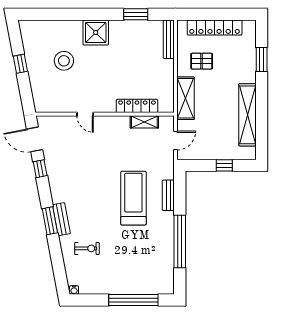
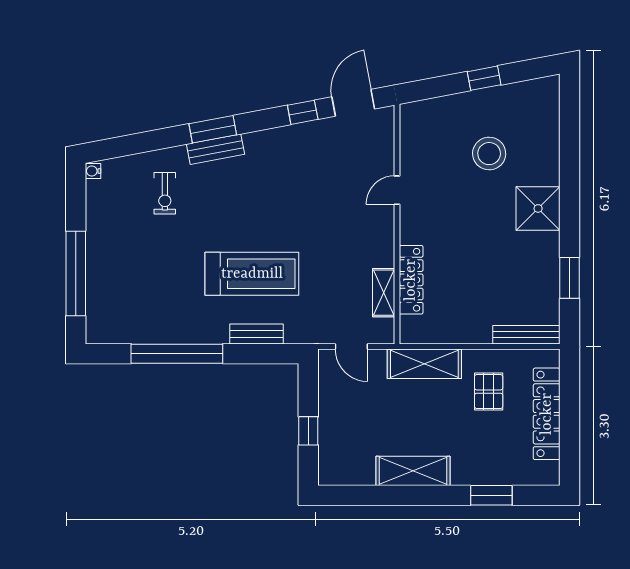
shelving: (248, 115) -> (413, 471), width x0.68

